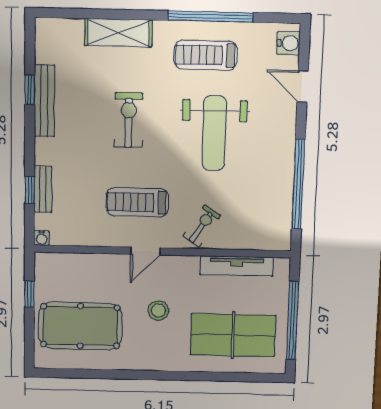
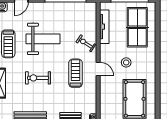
treadmill: (137, 202) -> (75, 73), turned 180

